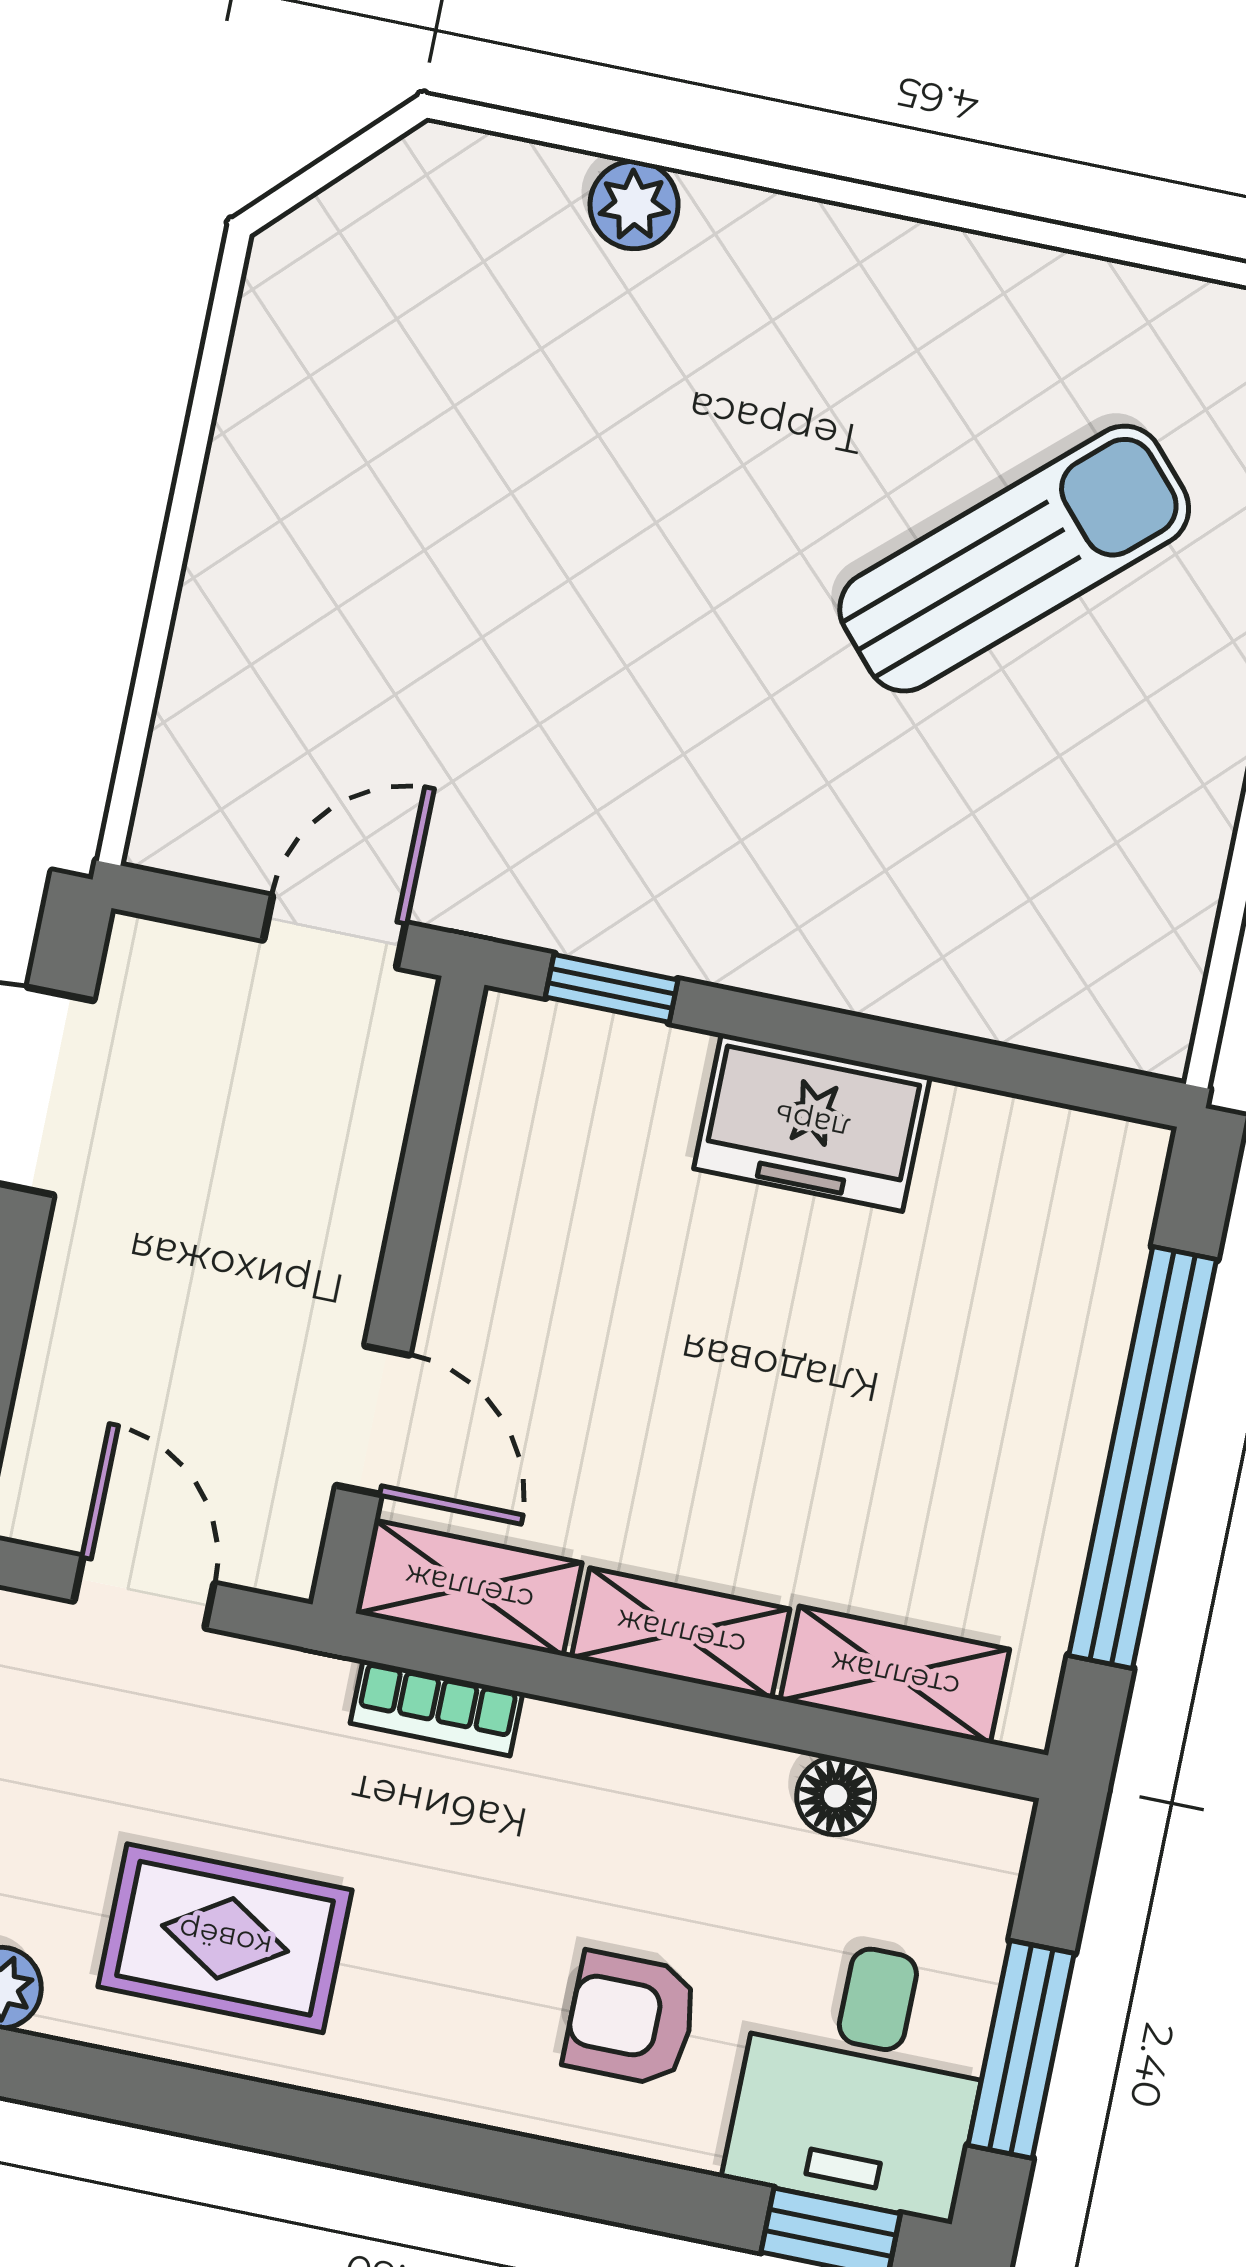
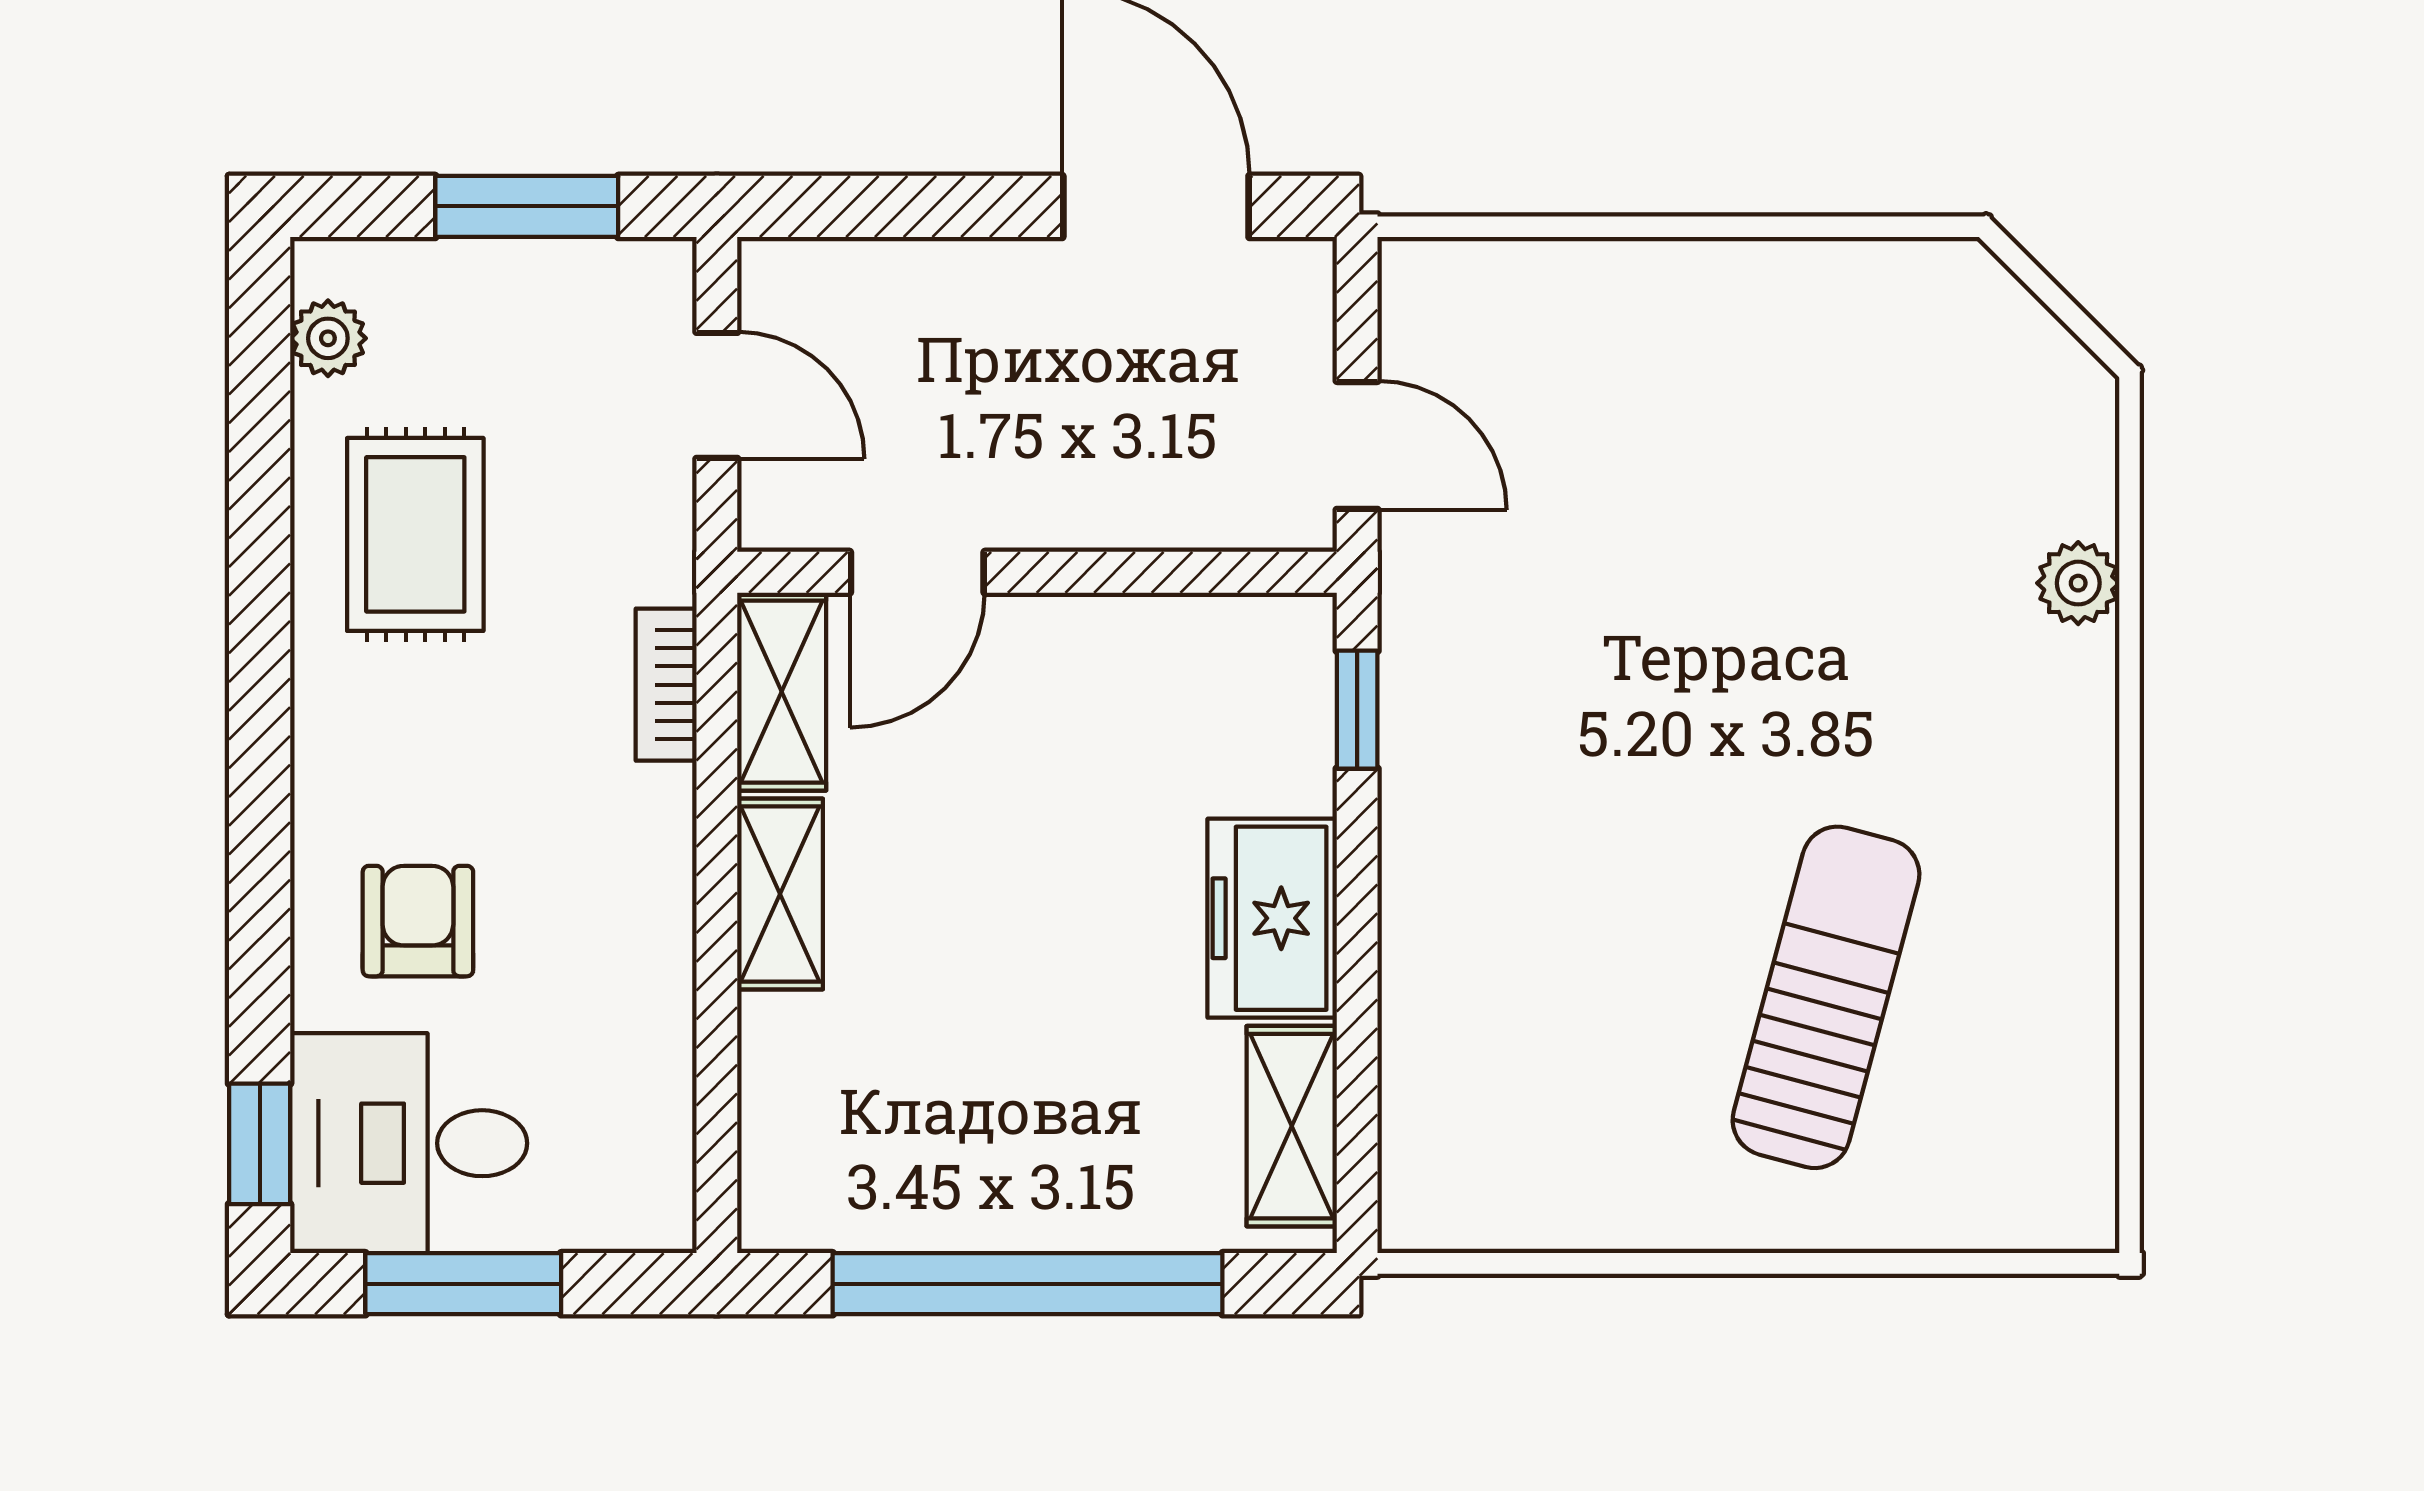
sun lounger: (1014, 559) -> (1826, 997), turned -123
door: (144, 1592) -> (717, 395), hinge flipped
shelving: (895, 1675) -> (1292, 1126), moved
floor lamp: (836, 1796) -> (660, 1066), removed

